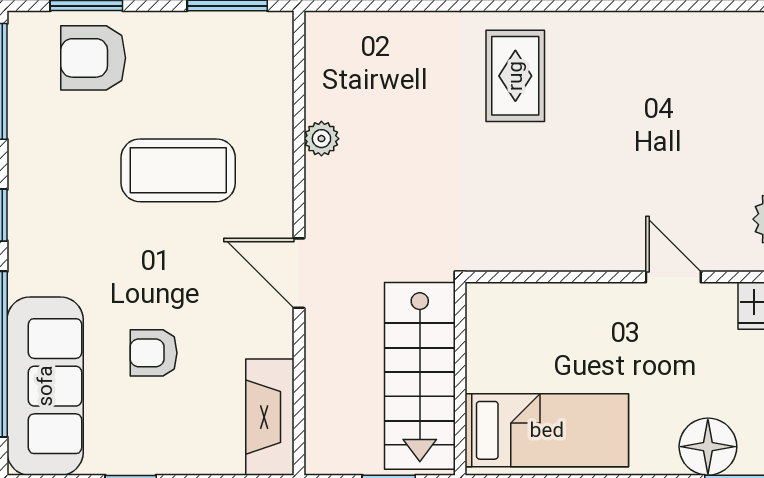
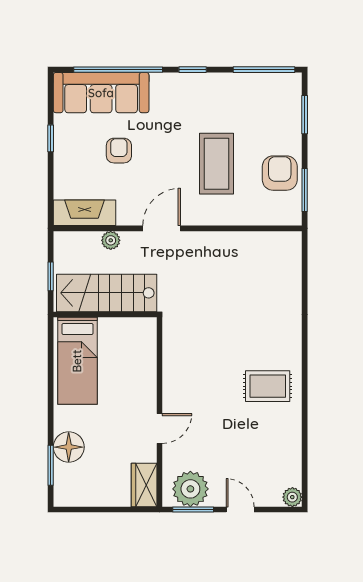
armchair: (93, 58) -> (280, 173), moved
rug: (515, 76) -> (268, 386), moved
plant: (321, 139) -> (111, 240), moved

